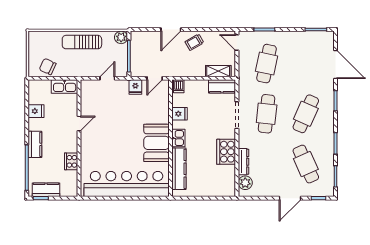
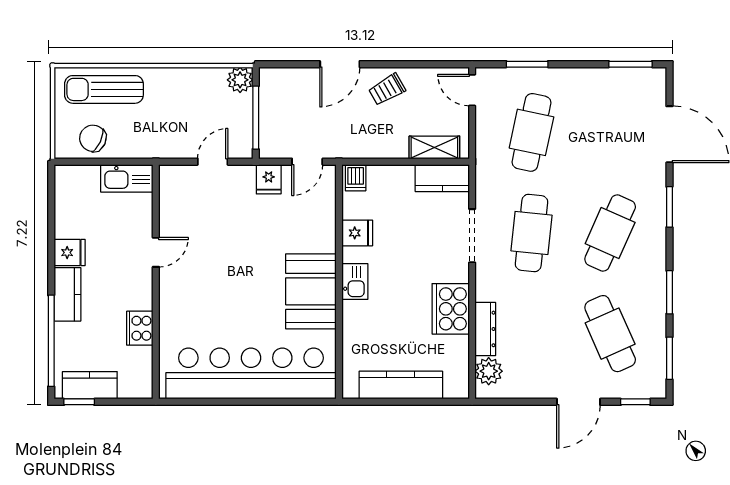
sun lounger: (82, 42) -> (104, 89), moved
fridge: (36, 111) -> (70, 253), moved
kitchen counter: (179, 169) -> (401, 385), moved, turned -90

